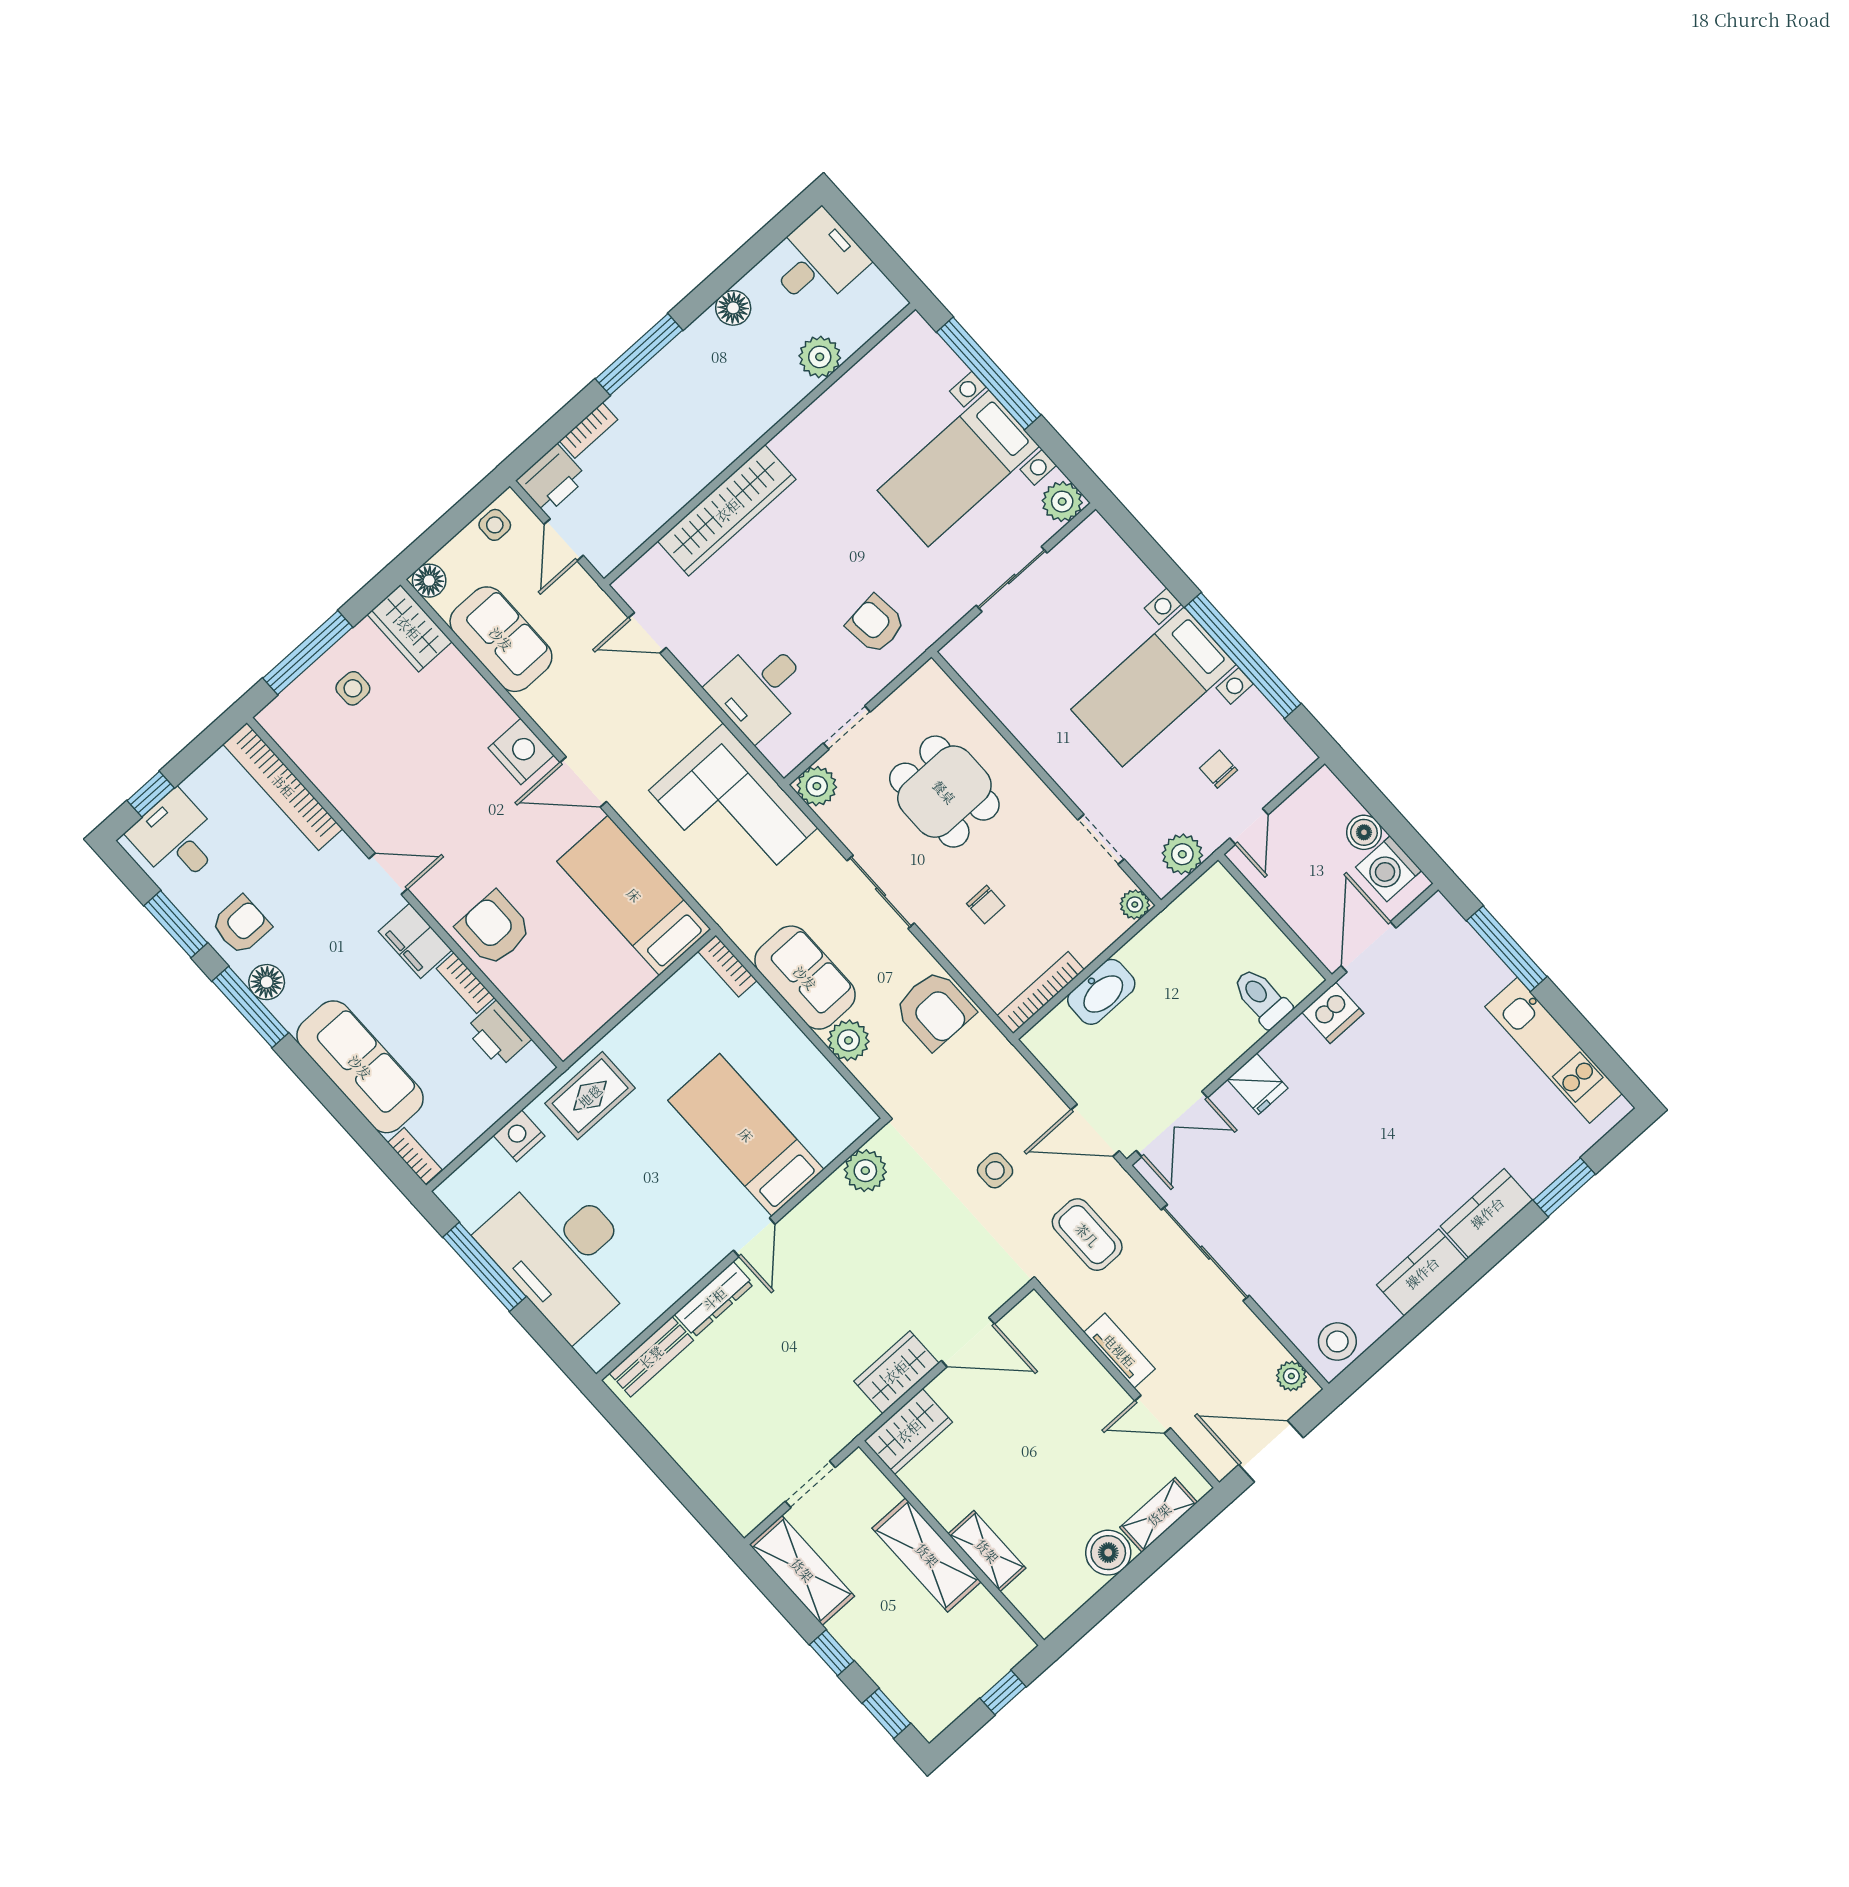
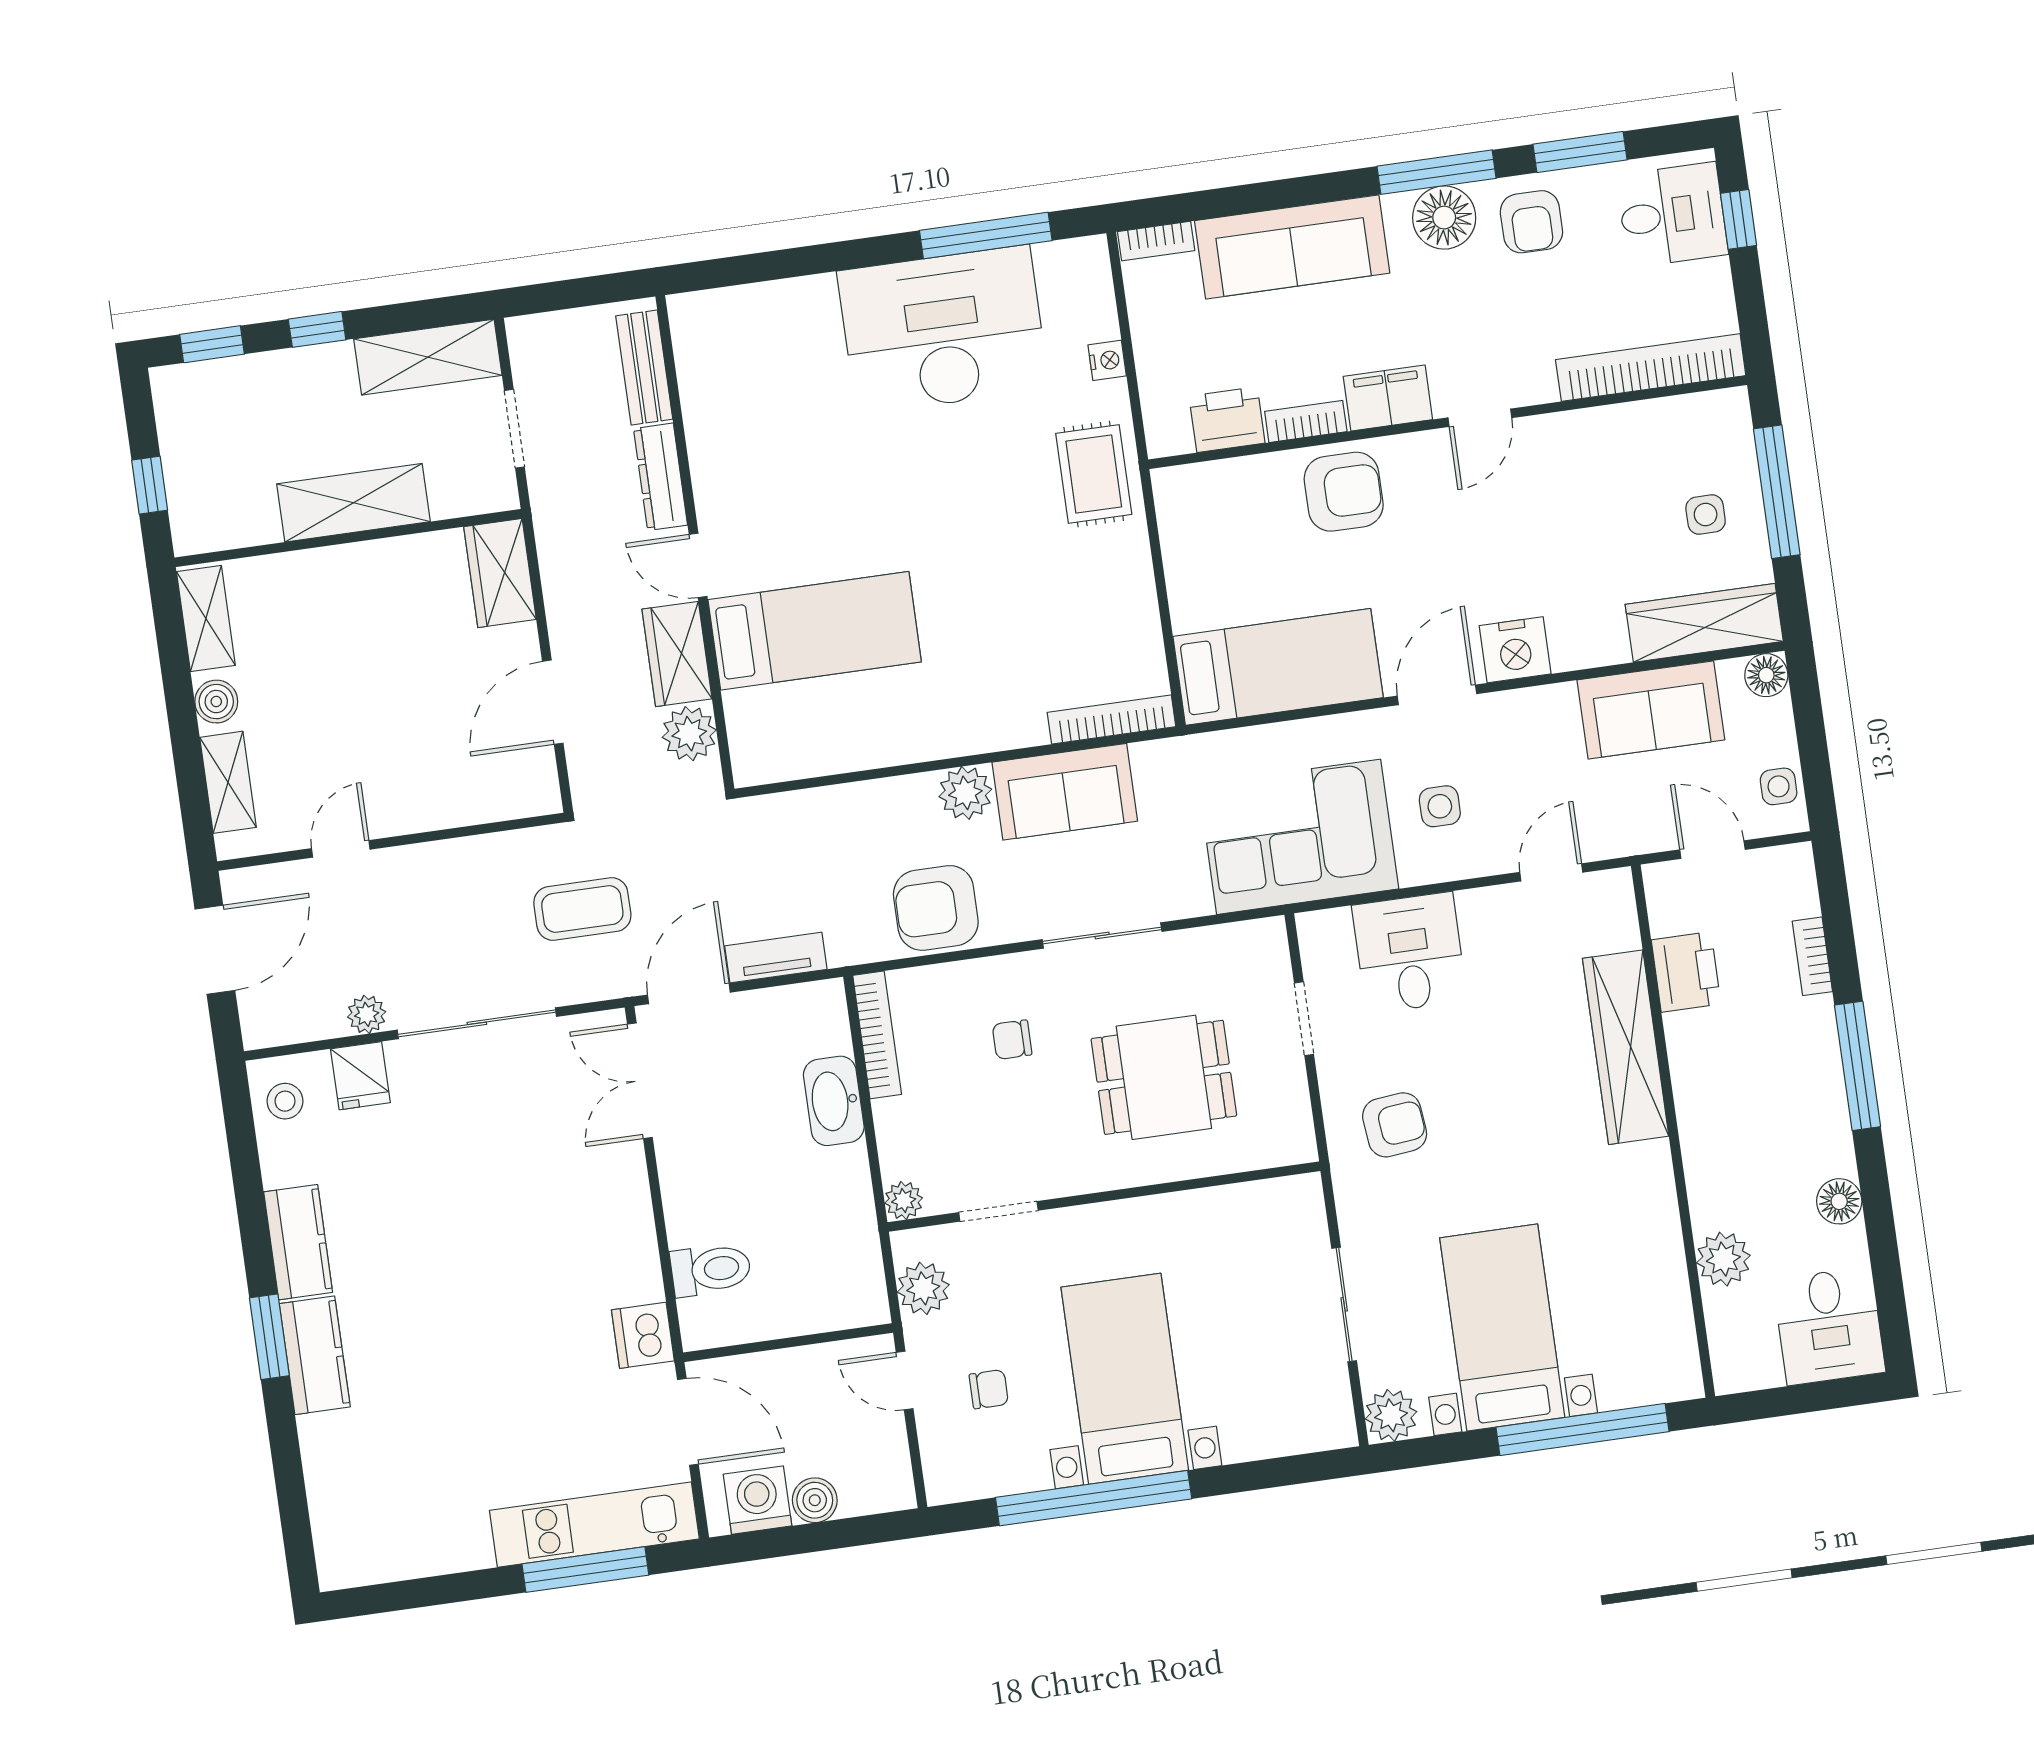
printer: (552, 479) -> (1686, 972), moved, turned 180
wardrobe: (409, 628) -> (1704, 623), width x1.50
plant: (817, 786) -> (1263, 944), removed
bookcase: (727, 966) -> (1112, 720), width x1.56
floor lamp: (267, 982) -> (1444, 218), width x1.38, depth x1.38
kitchen unit: (1554, 1050) -> (594, 1525), moved
fridge: (1258, 1084) -> (360, 1076), moved, turned -90
bed: (746, 1135) -> (815, 631), moved
nightstand: (519, 1136) -> (1107, 360), width x0.72, depth x0.74
side table: (995, 1170) -> (1440, 806), moved
plant: (865, 1171) -> (689, 734), moved
window: (1564, 1187) -> (269, 1337), moved
door: (754, 1237) -> (698, 565), moved
wall: (741, 1249) -> (695, 543), moved
dresser: (714, 1299) -> (661, 477), moved
stool: (1337, 1341) -> (285, 1101), width x0.73, depth x0.73
tv unit: (1119, 1351) -> (776, 958), moved, turned 180
bench: (651, 1357) -> (644, 368), moved
wardrobe: (896, 1372) -> (677, 654), moved, turned 180
plant: (1291, 1376) -> (367, 1014), moved
shelving: (987, 1551) -> (206, 619), moved, turned 90
boiler: (1108, 1553) -> (216, 702), width x0.73, depth x0.73

